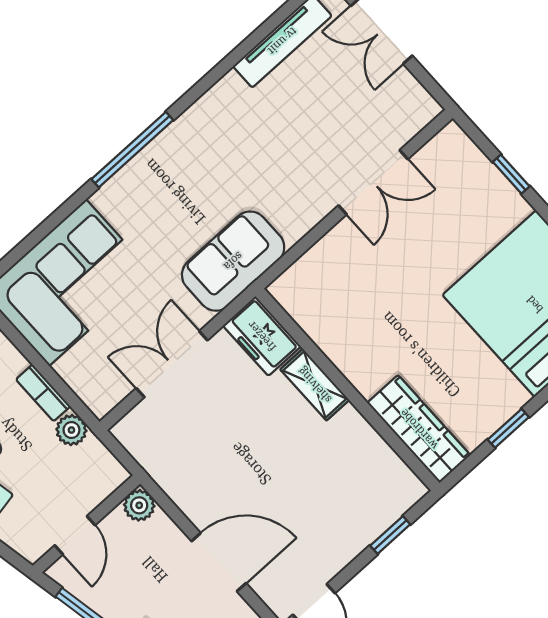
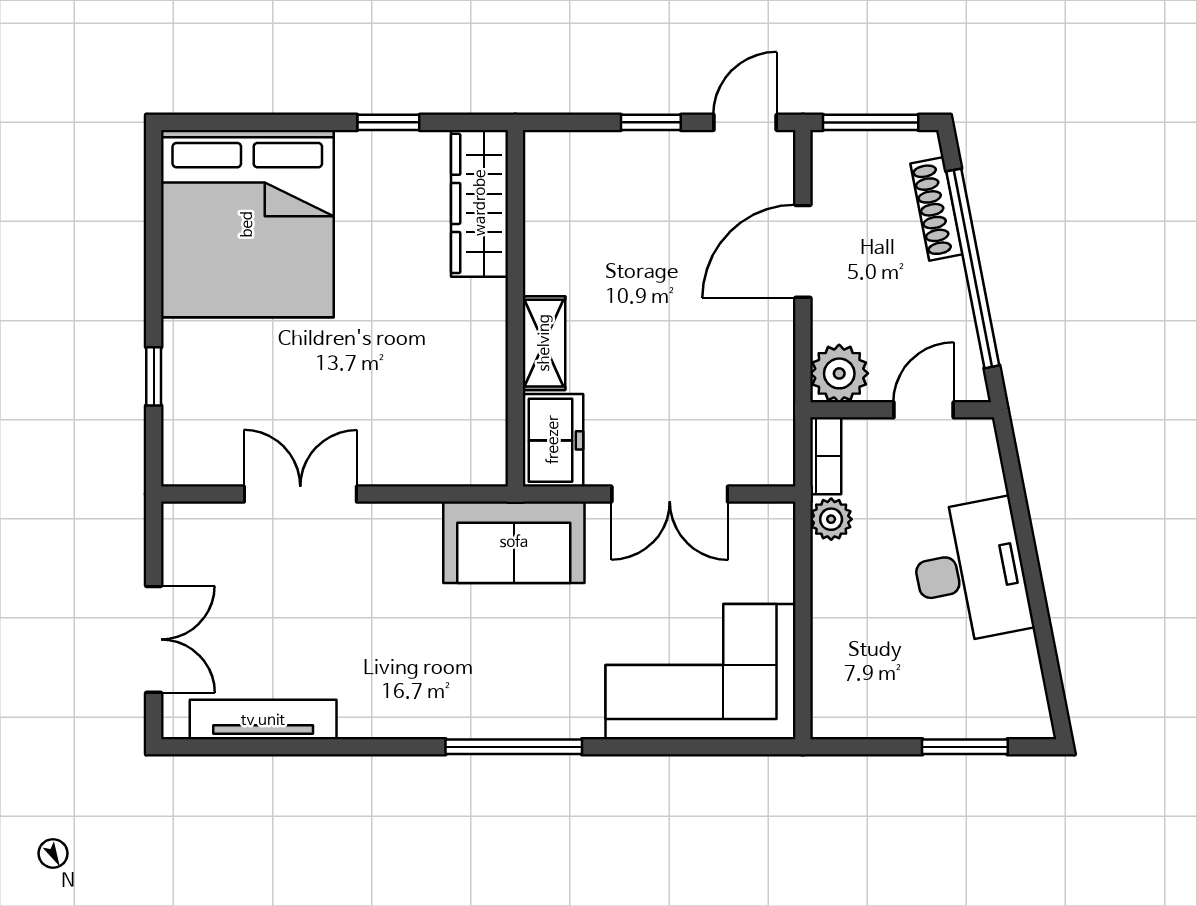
bookcase: (43, 393) -> (826, 456), moved
plant: (139, 505) -> (839, 373), width x1.38, depth x1.38
window: (390, 535) -> (651, 122), moved
door: (219, 562) -> (803, 251), hinge flipped

